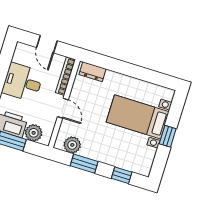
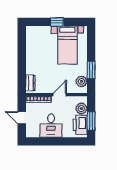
door: (47, 44) -> (22, 118), swing flipped
bed with nightstands: (138, 117) -> (67, 45), moved
window: (122, 175) -> (91, 44), removed

